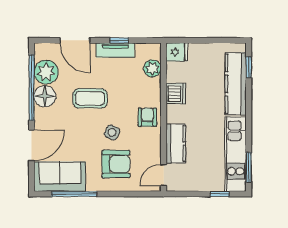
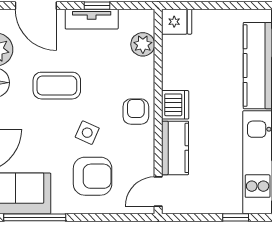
dishwasher: (176, 94) -> (175, 105), moved

